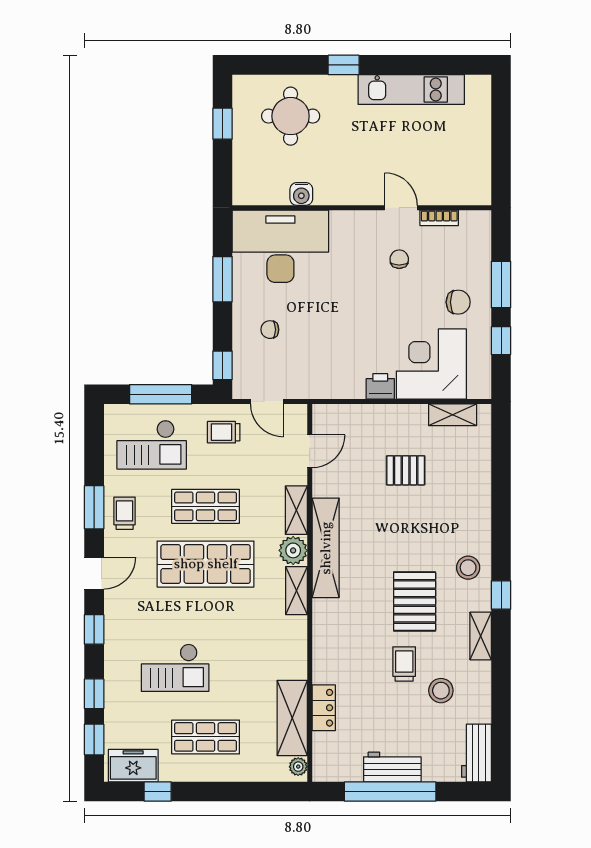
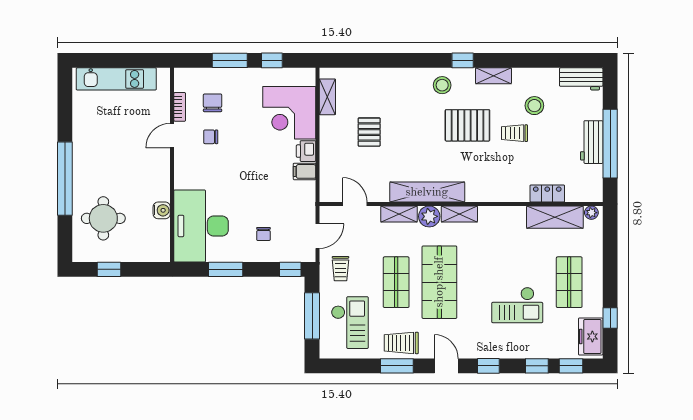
window: (344, 65) -> (65, 179), width x3.17
kitchen unit: (411, 90) -> (116, 79), moved, turned 90
chair: (458, 302) -> (213, 103), moved
filing cabinet: (353, 384) -> (304, 171), added
trolley: (125, 513) -> (401, 343), width x1.36, depth x1.39
checkout: (175, 668) -> (517, 305), turned 90

